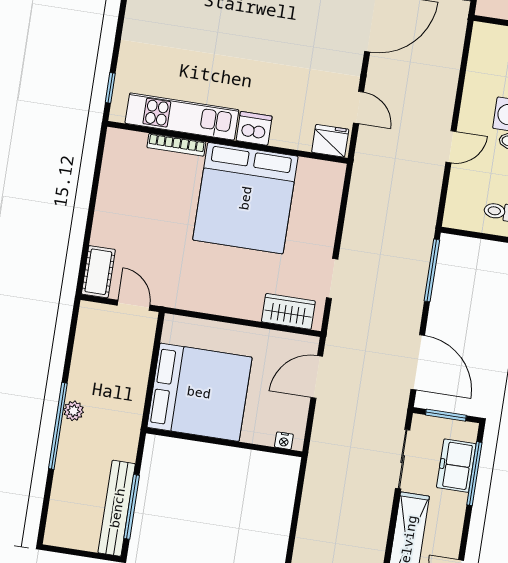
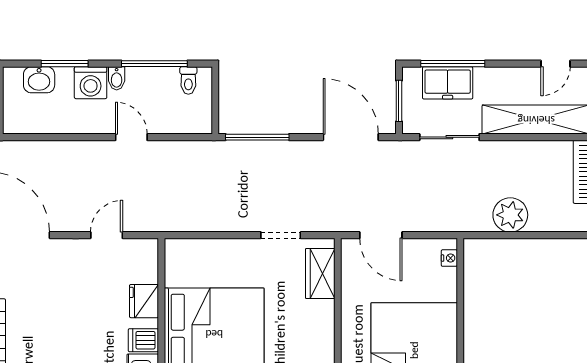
dishwasher: (254, 128) -> (143, 340), width x0.73
fridge: (330, 141) -> (144, 301), moved
door: (418, 362) -> (351, 137), hinge flipped
plant: (317, 507) -> (510, 215), added

